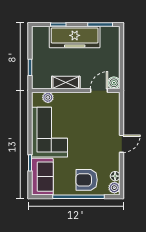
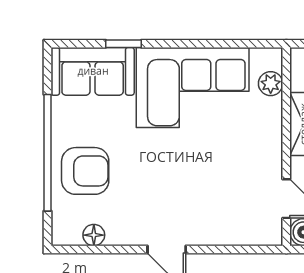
armchair: (87, 180) -> (85, 171), turned 90
plant: (114, 188) -> (68, 233), removed

